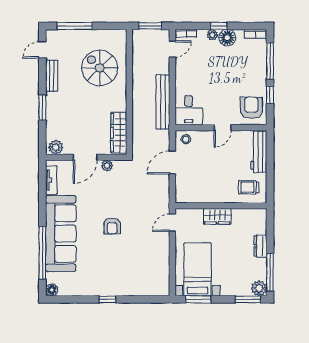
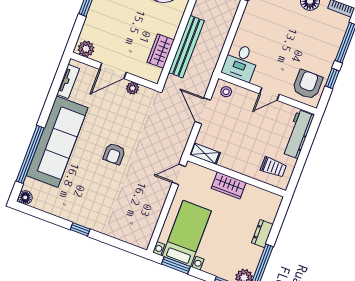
bench: (163, 102) -> (186, 47), moved
wardrobe: (119, 133) -> (161, 51), width x0.67
door: (172, 162) -> (203, 111), hinge flipped
trolley: (249, 187) -> (273, 167), turned 180
shelving: (188, 197) -> (205, 154), added

